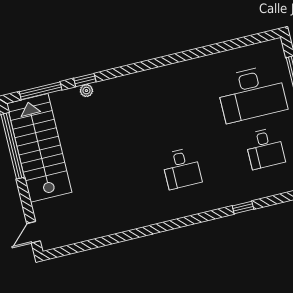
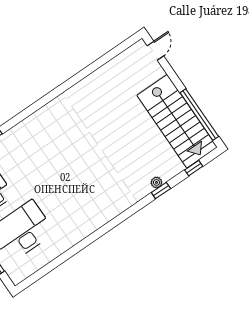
window: (41, 91) -> (194, 168), width x0.46
desk: (182, 168) -> (55, 149), removed

